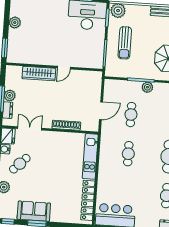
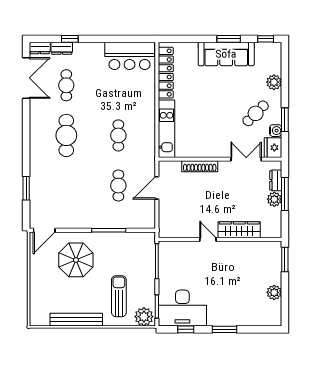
sun lounger: (125, 43) -> (119, 296), moved
door: (64, 68) -> (208, 239), hinge flipped
plant: (147, 87) -> (100, 222), removed
double door: (30, 128) -> (246, 159), swing flipped
sofa: (34, 211) -> (226, 54), width x1.36

